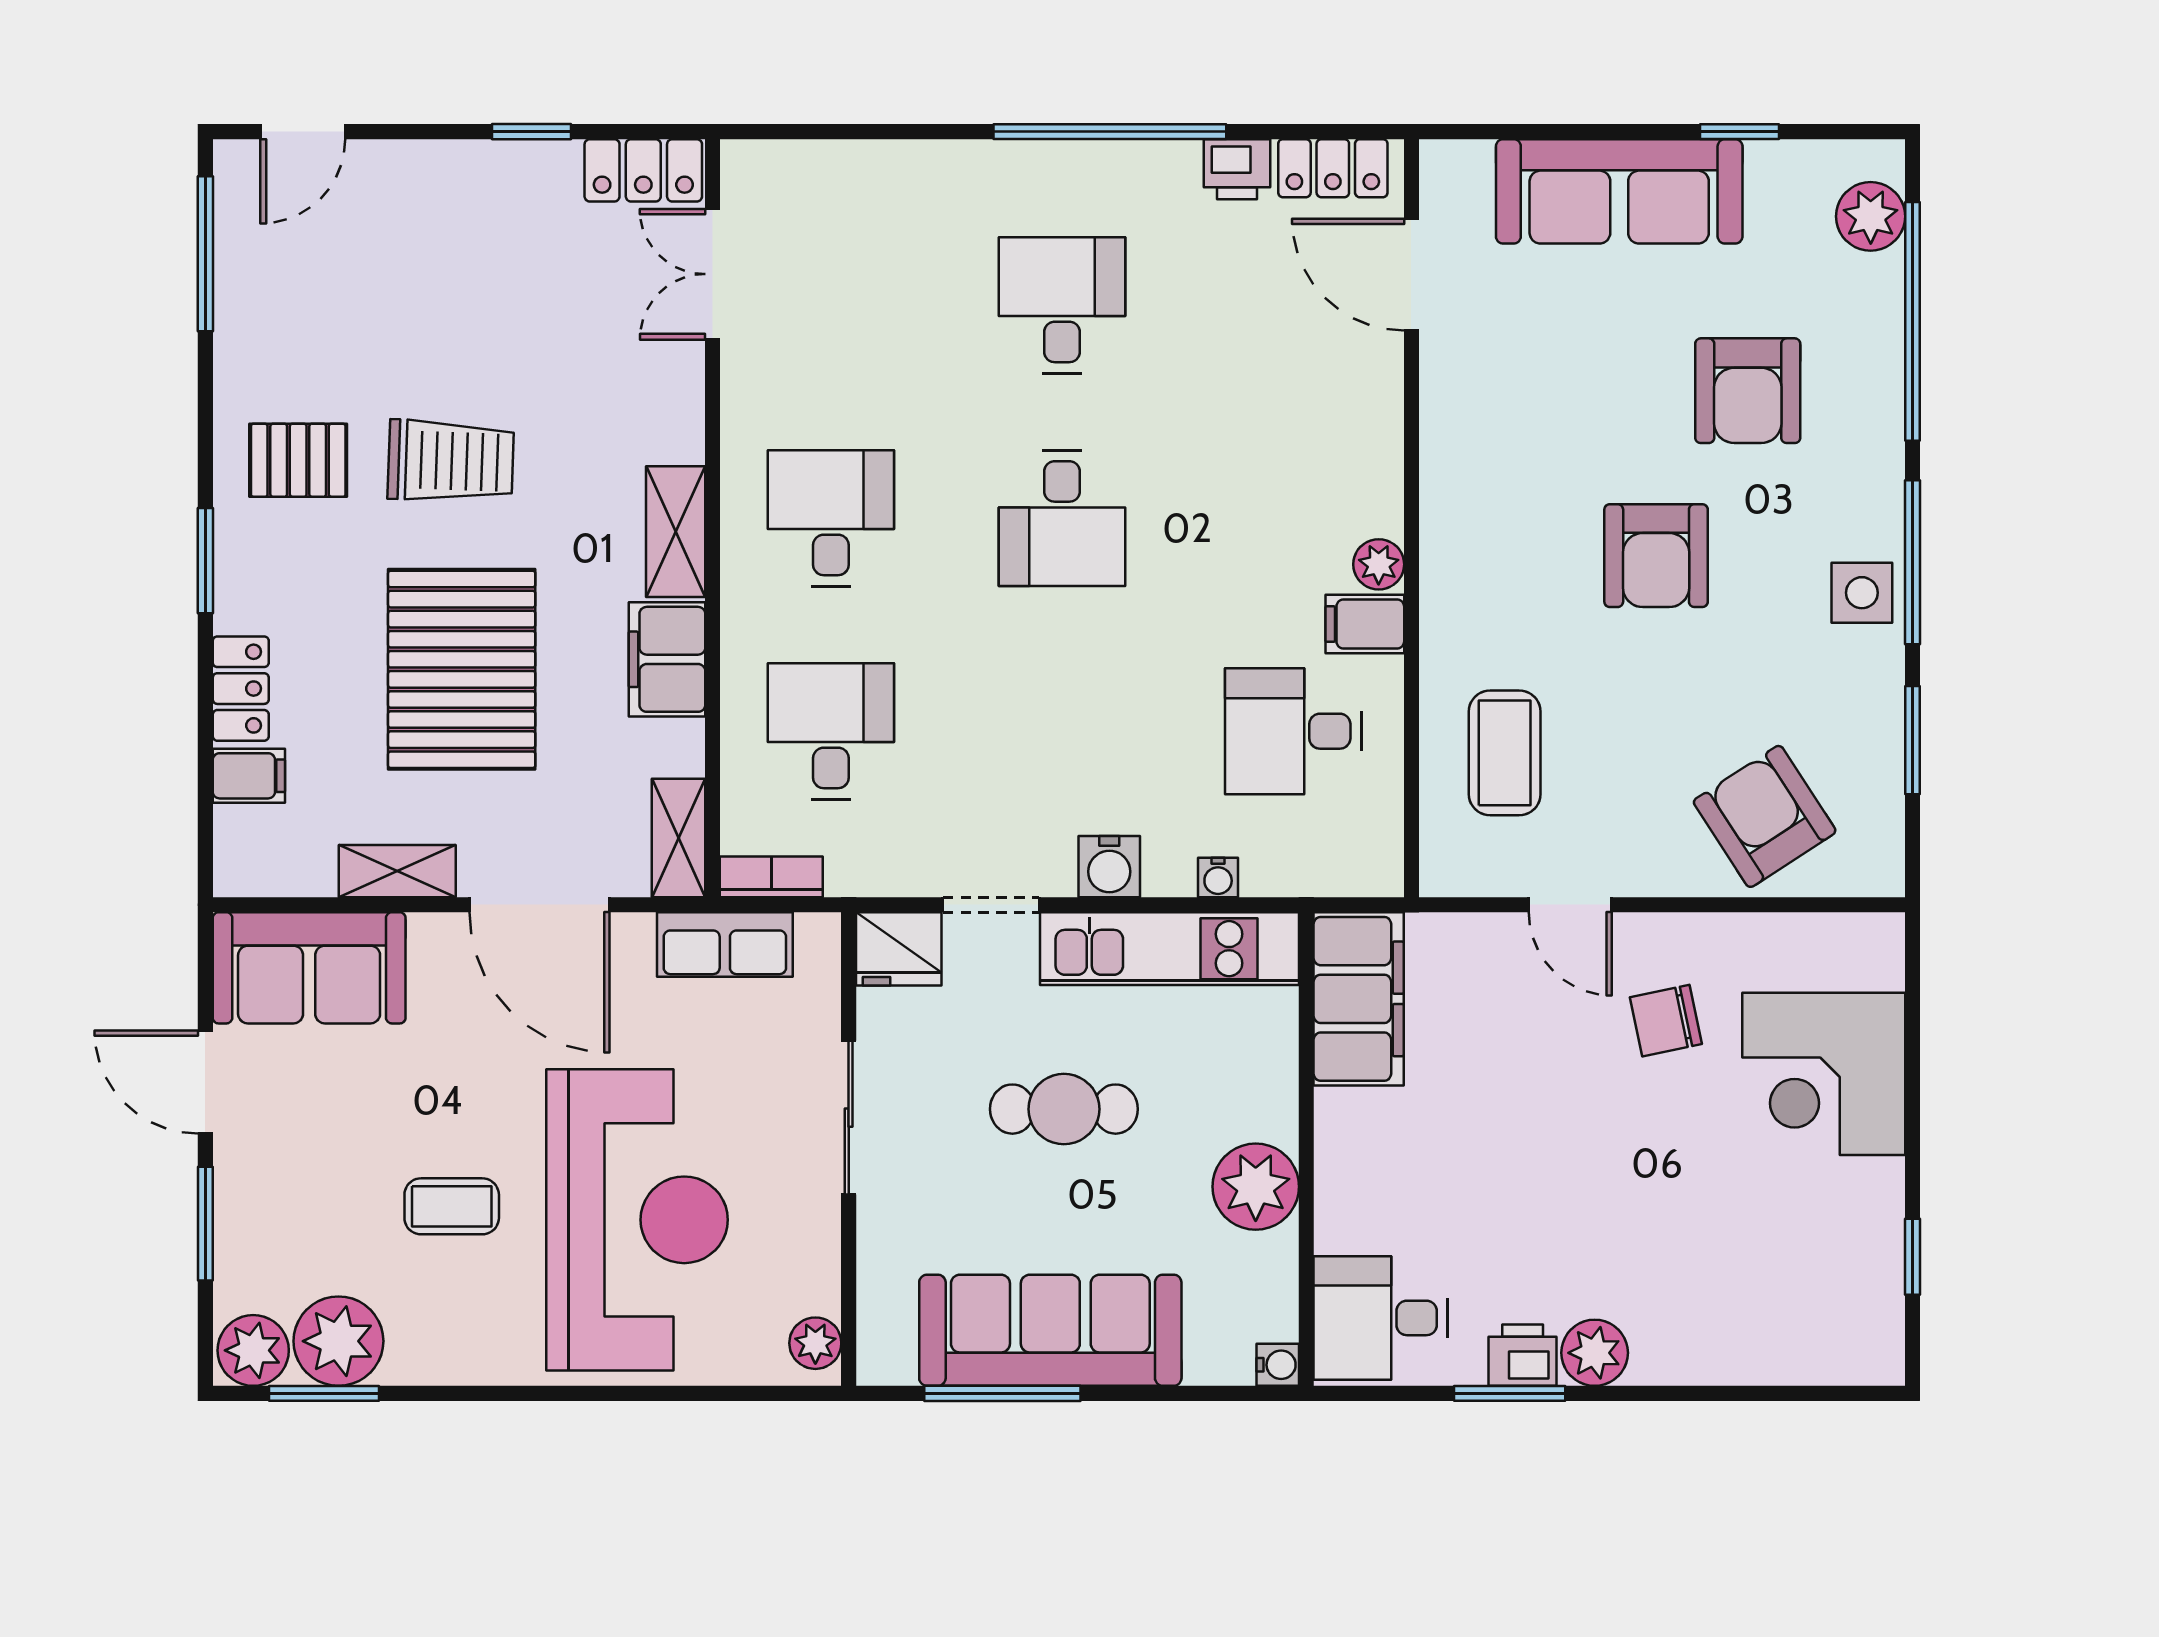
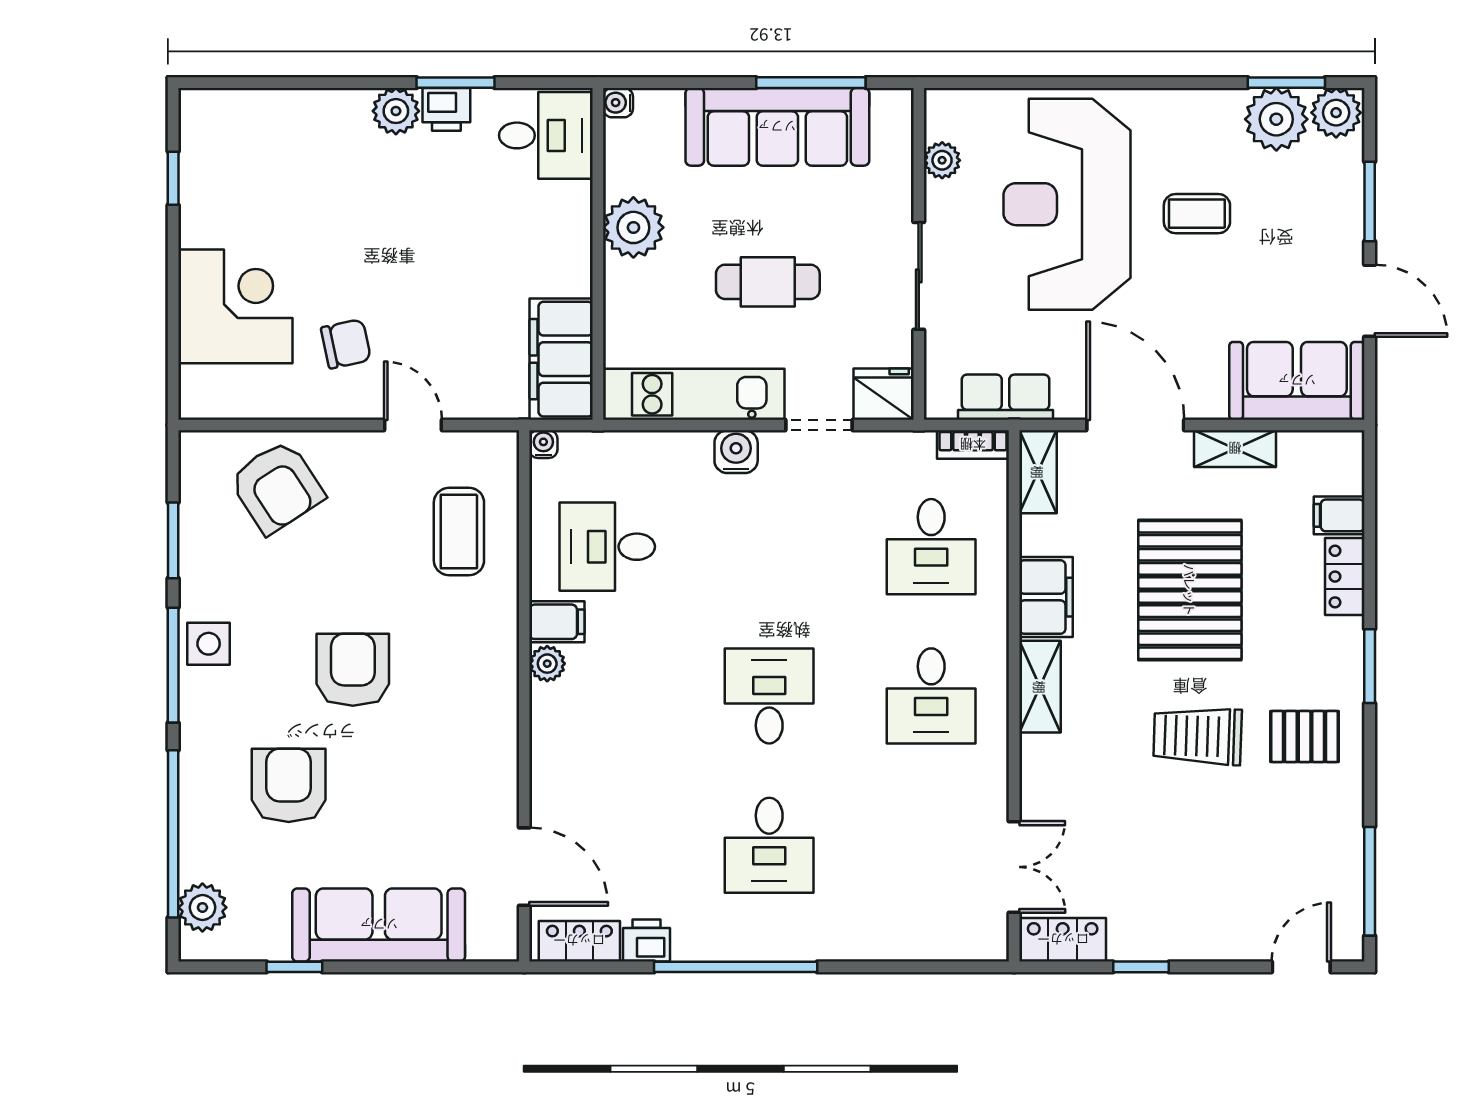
desk: (1293, 731) -> (607, 547), turned 180
water cooler: (1218, 877) -> (543, 444), moved
plant: (815, 1343) -> (942, 160), moved

